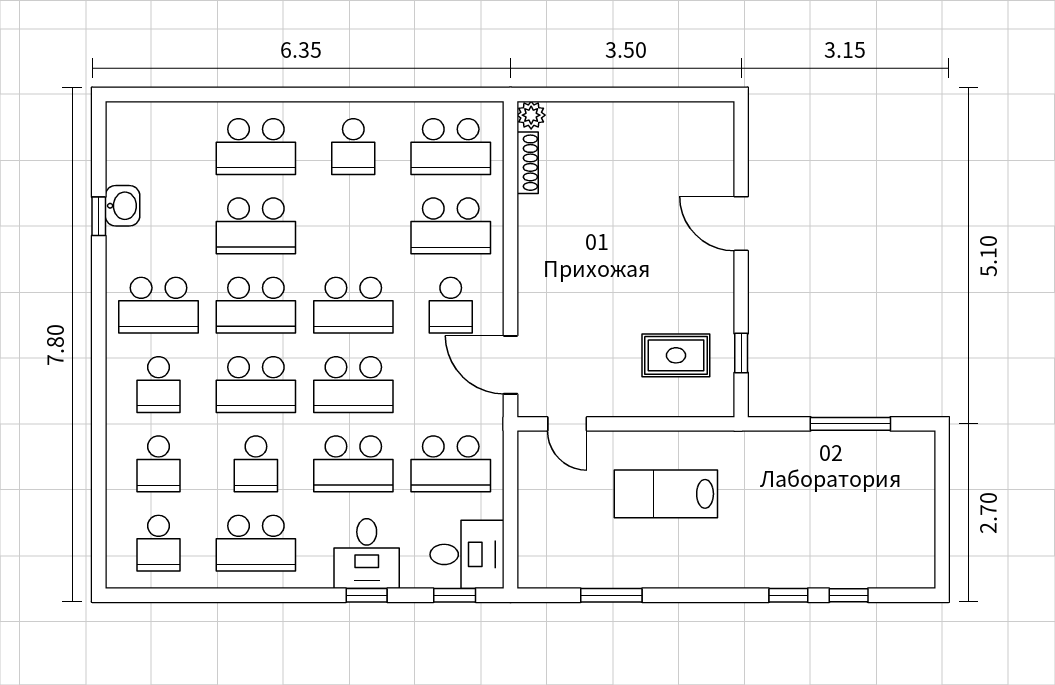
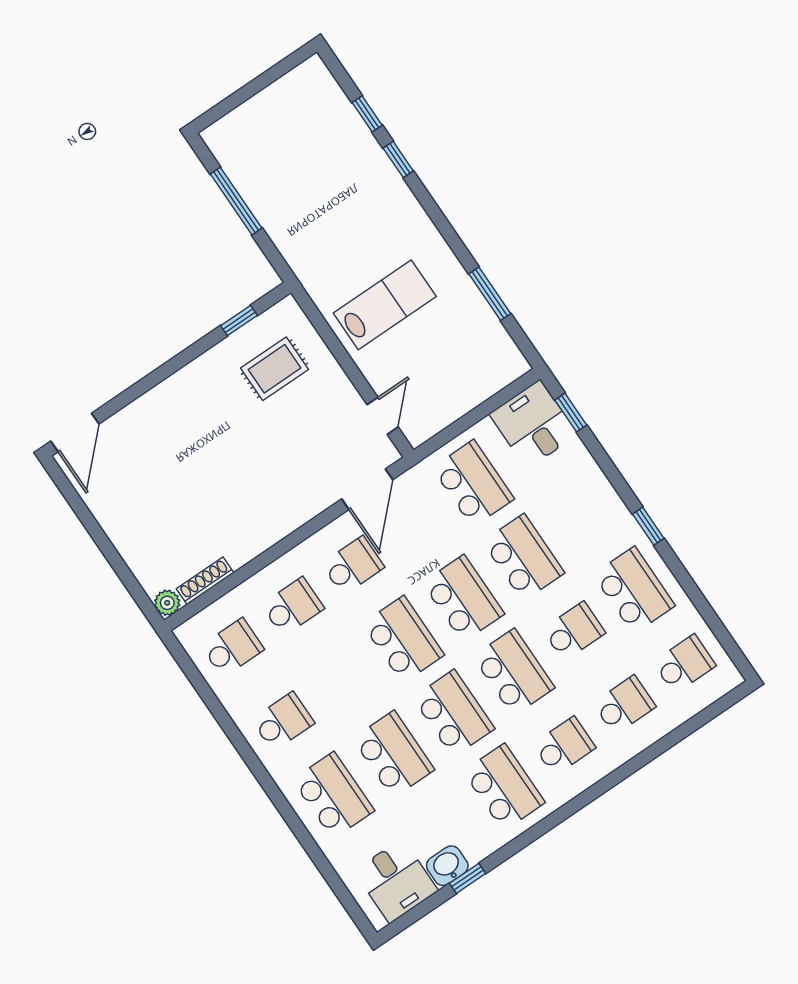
school desk: (451, 147) -> (233, 648), width x0.54
door: (741, 224) -> (75, 433), moved
school desk: (451, 226) -> (293, 607), width x0.54
rug: (676, 355) -> (274, 369), turned 90
lab bench: (666, 494) -> (385, 305), turned -90
desk: (367, 554) -> (396, 881), moved, turned 90
window: (367, 595) -> (648, 526), moved

